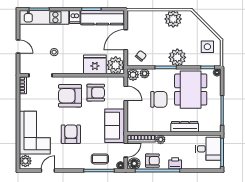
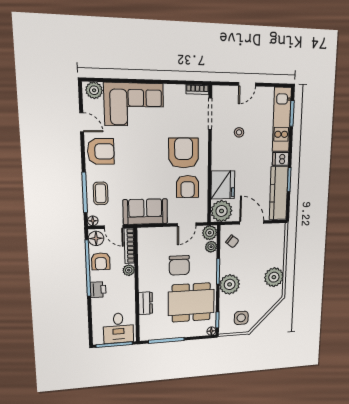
dresser: (185, 127) -> (146, 303), width x0.70
armchair: (71, 134) -> (101, 151), moved

